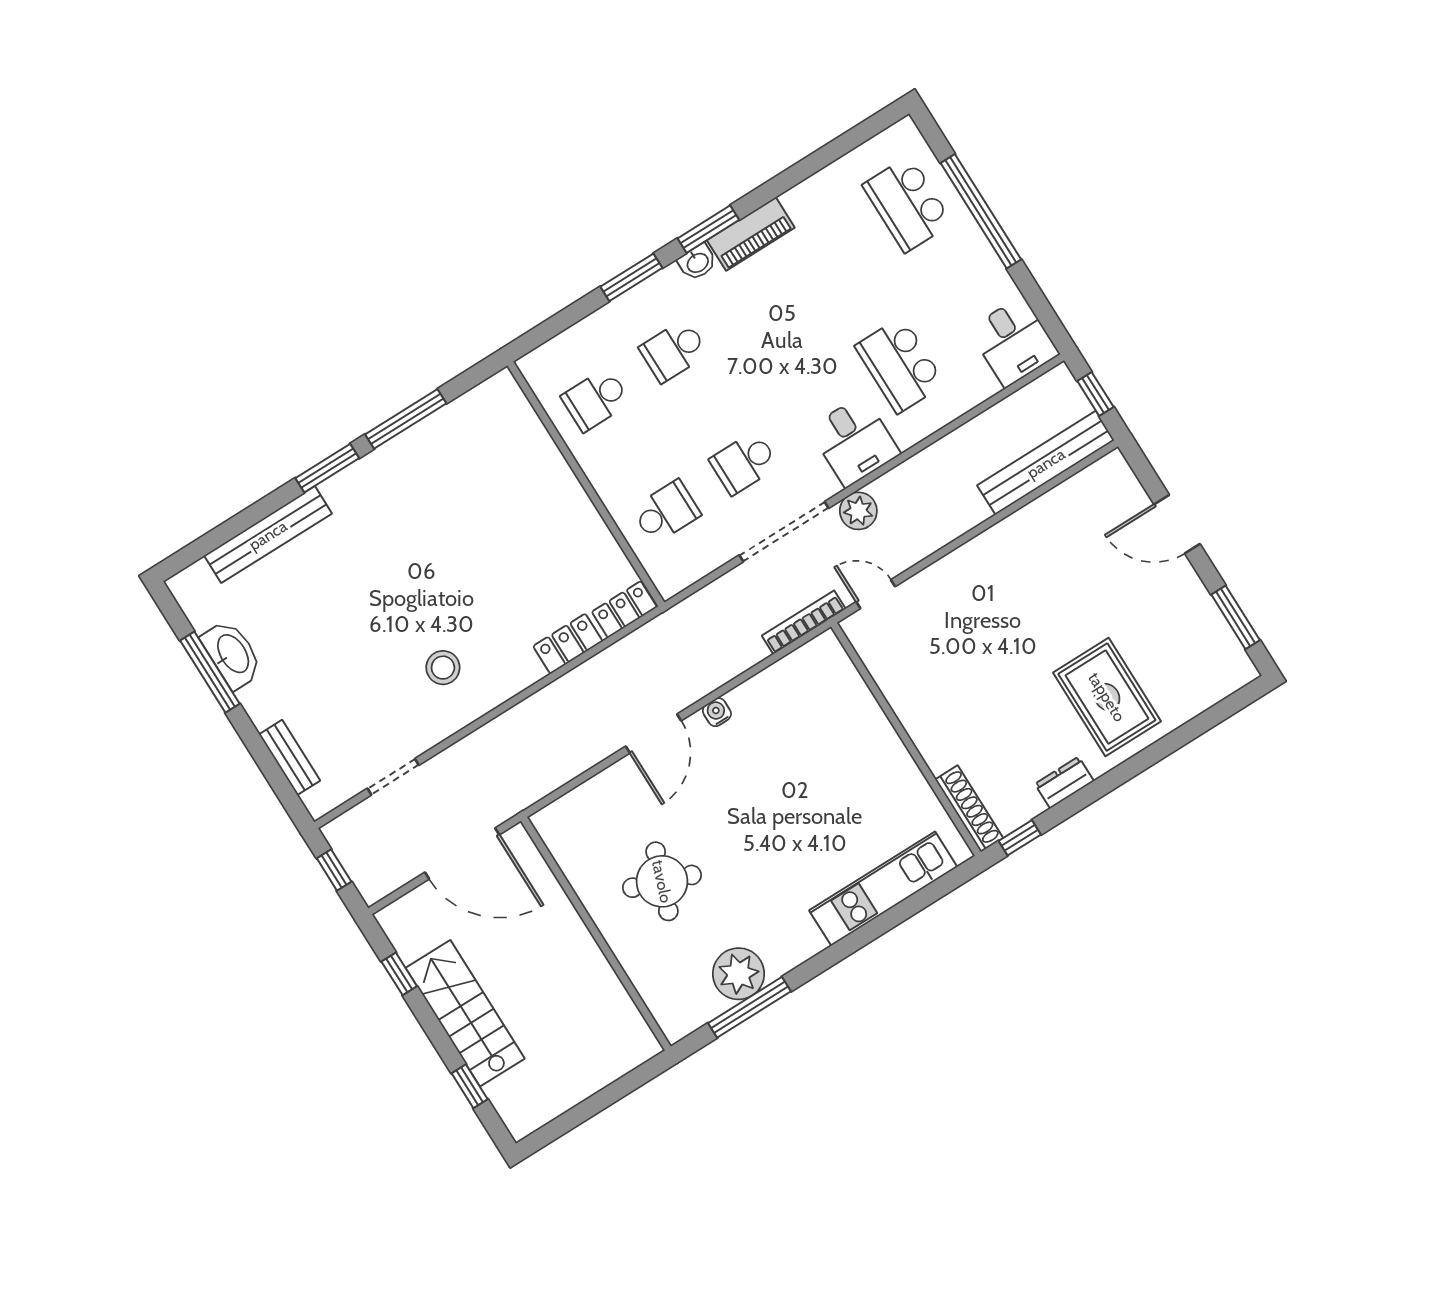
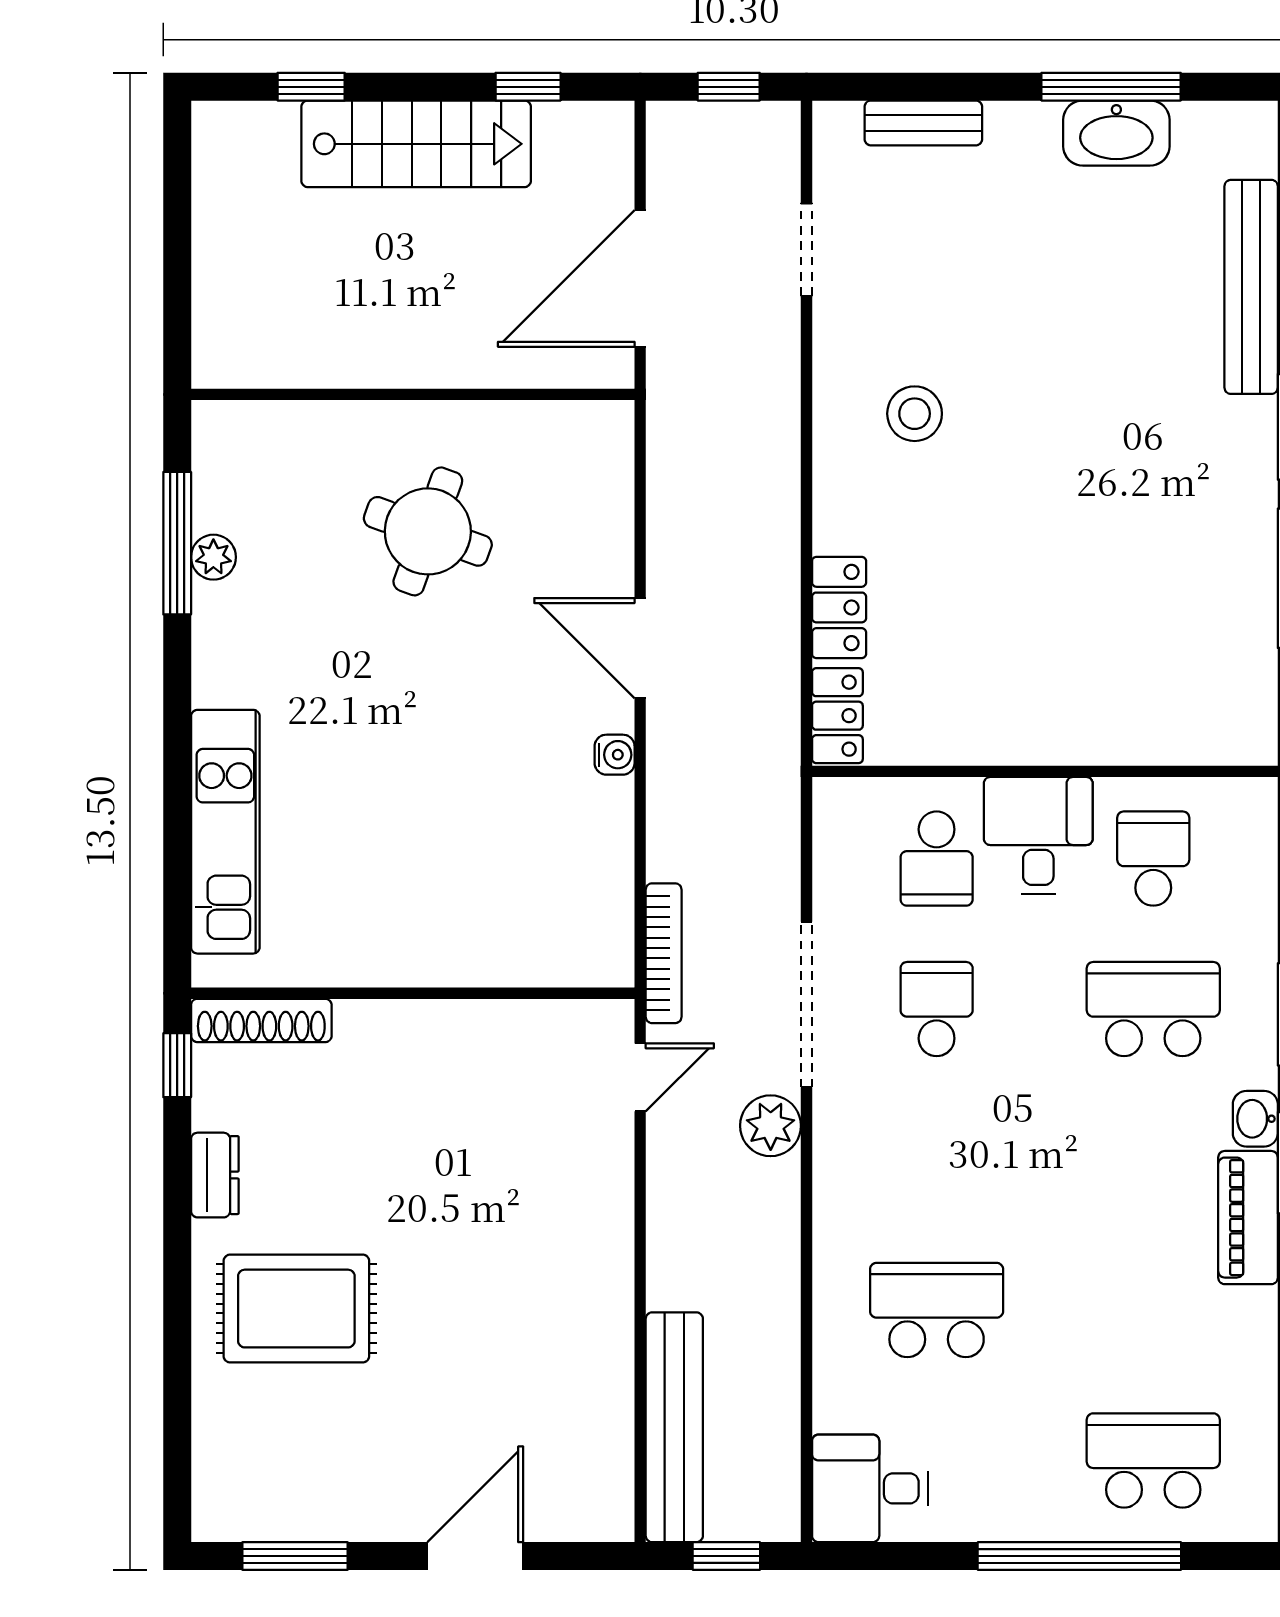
school desk: (674, 351) -> (1153, 1009), width x1.85
desk: (854, 441) -> (1038, 836), moved, turned 90
plant: (739, 974) -> (213, 557), width x0.53, depth x0.53

